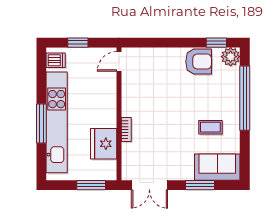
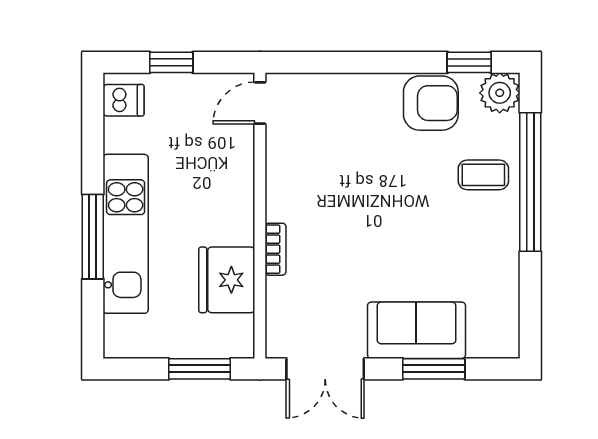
kitchen unit: (57, 122) -> (126, 234), width x0.73
coffee table: (210, 127) -> (483, 175), moved
sofa: (217, 167) -> (416, 330), moved

